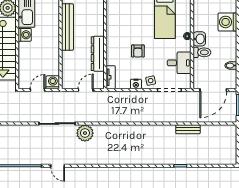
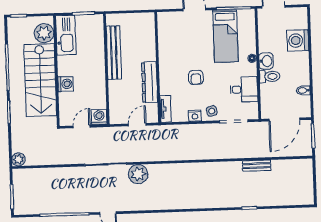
washing machine: (25, 35) -> (66, 84), moved

